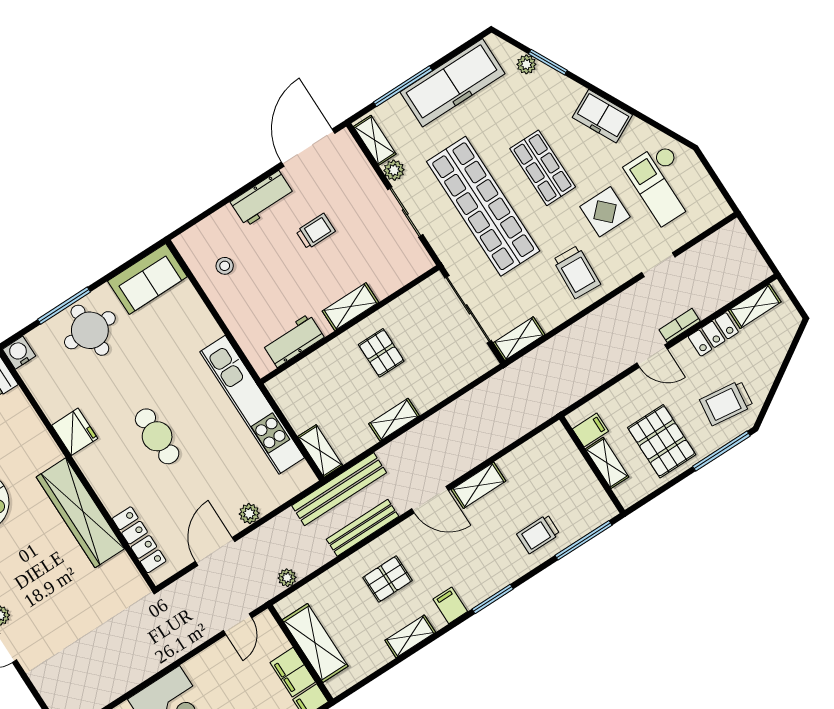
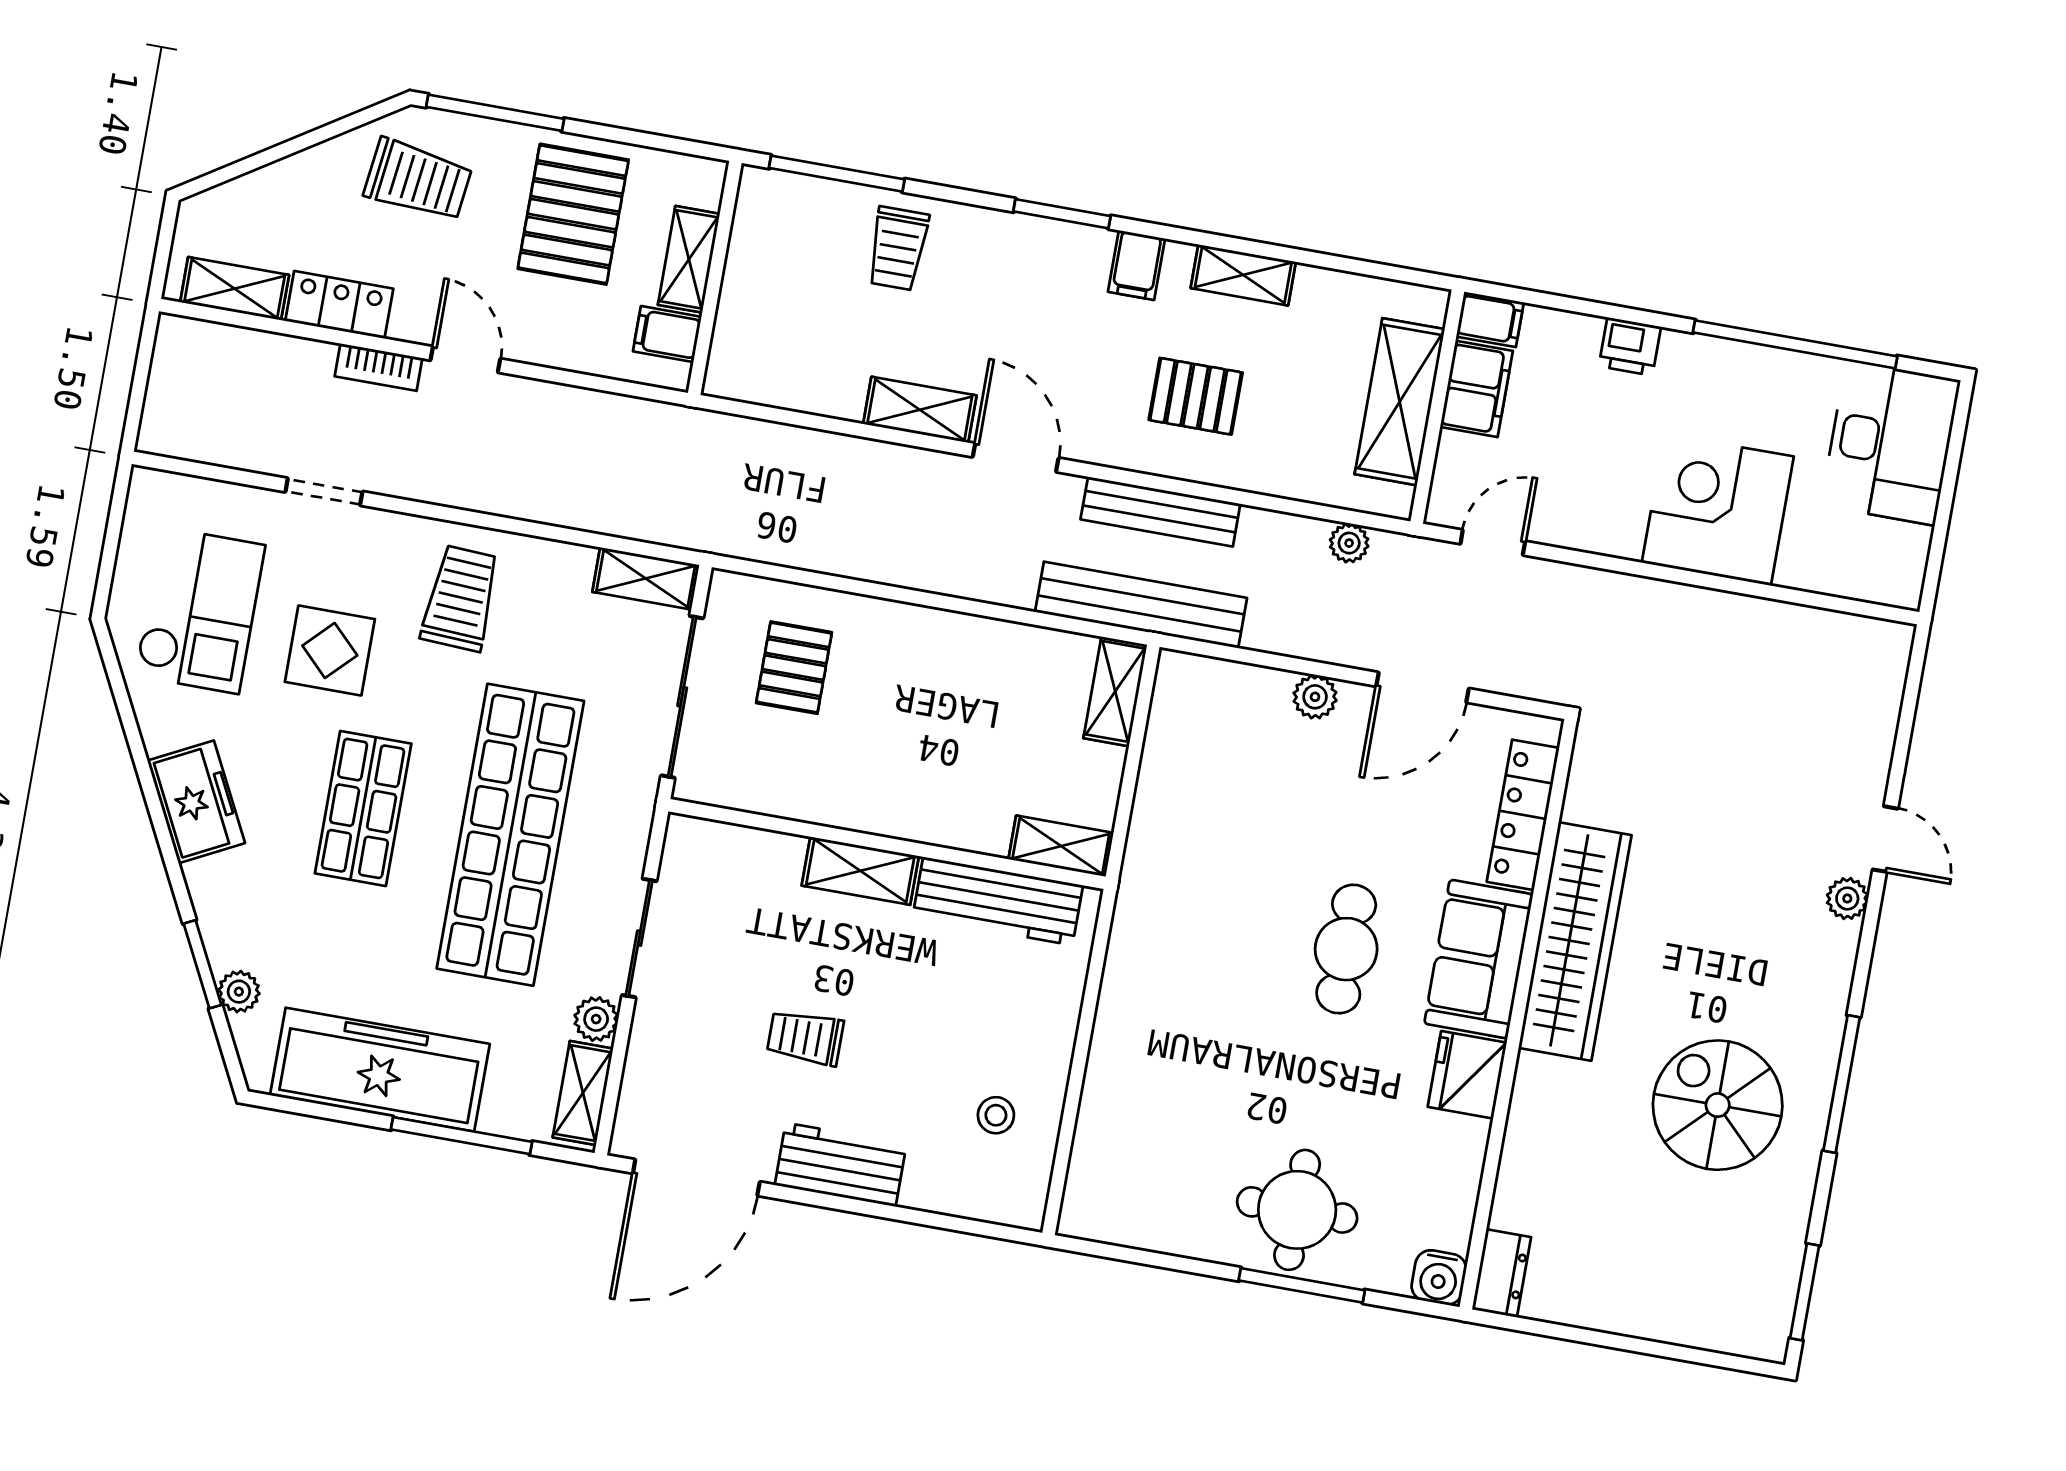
sofa: (147, 279) -> (1479, 959), moved, turned -90
workbench: (293, 340) -> (998, 901), width x1.38
pallet: (381, 353) -> (794, 668), moved
kitchen unit: (252, 405) -> (1154, 861), removed
shelving: (394, 420) -> (1061, 846), moved
trolley: (538, 534) -> (898, 248), turned 90

